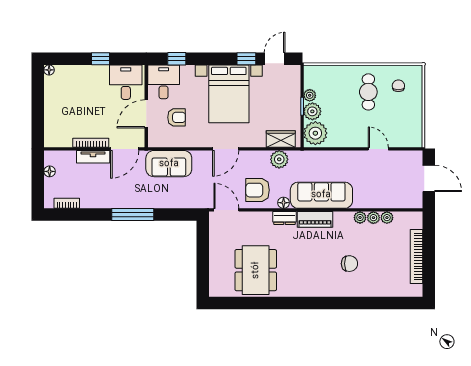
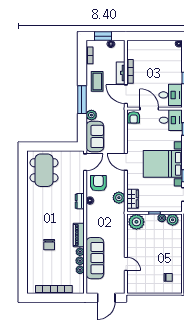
cafe table: (368, 92) -> (164, 257), removed
plant: (312, 111) -> (173, 220), moved
armchair: (177, 117) -> (134, 117), moved
door: (378, 149) -> (126, 264), hinge flipped
sofa: (169, 164) -> (95, 136), moved, turned 180
window: (38, 183) -> (103, 36), added
coffee table: (106, 192) -> (97, 81), added
sofa: (321, 195) -> (95, 258), moved
plant: (156, 200) -> (91, 115), added
piano: (315, 219) -> (79, 235), moved
dining table: (256, 270) -> (44, 170), moved, turned 90

